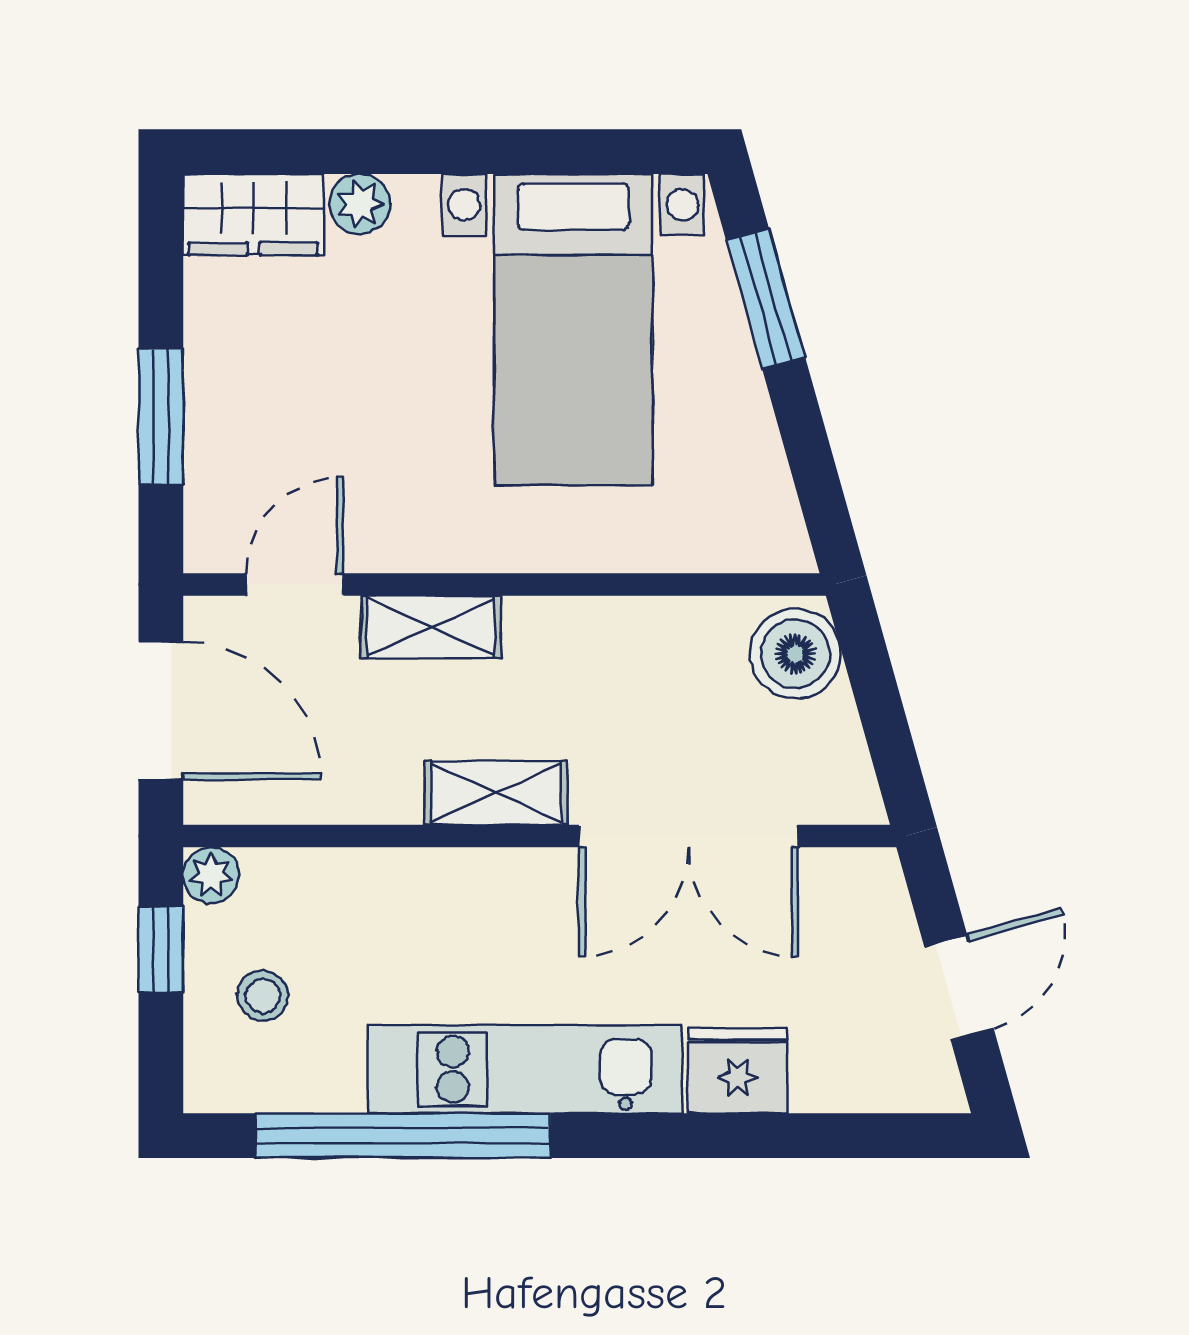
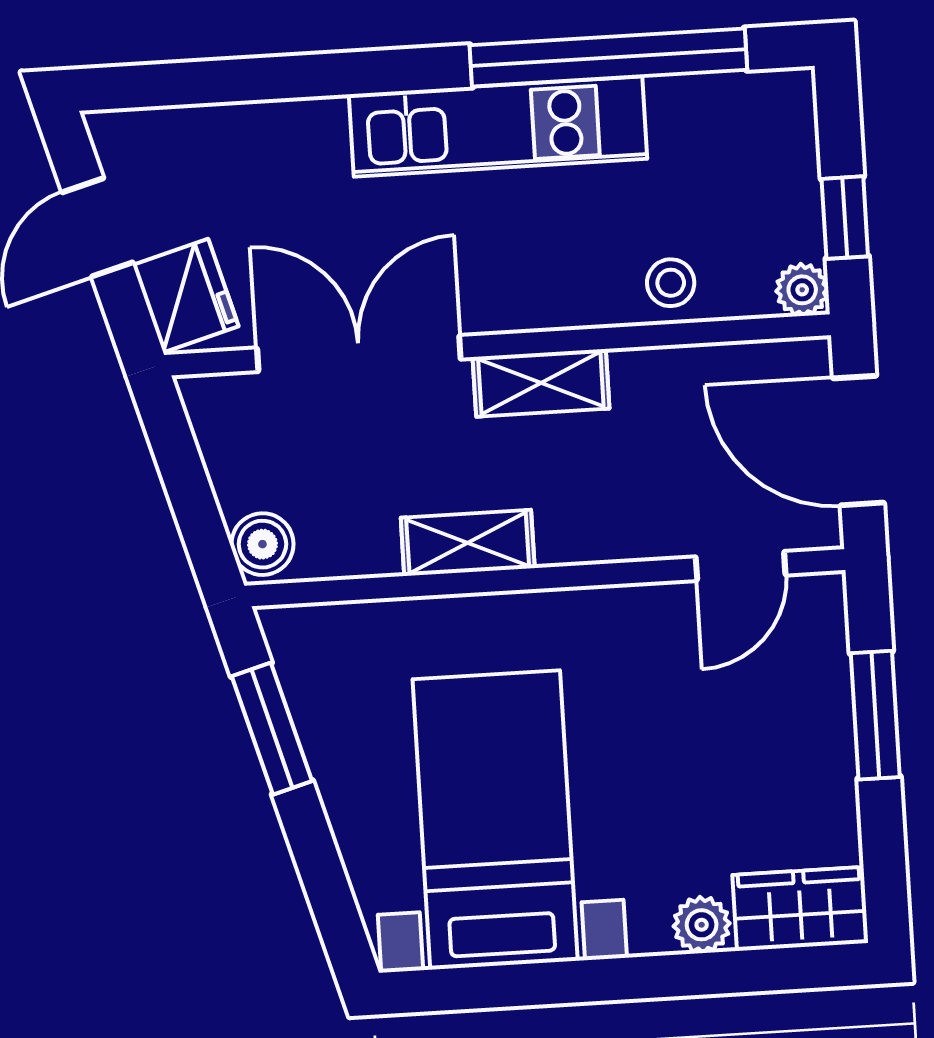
window: (766, 299) -> (272, 729), moved
shelving: (431, 627) -> (468, 543), moved
boiler: (795, 654) -> (262, 544), width x0.73, depth x0.73
stool: (263, 996) -> (671, 283), moved
fridge: (738, 1071) -> (186, 296), moved, turned -106

